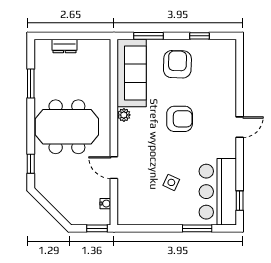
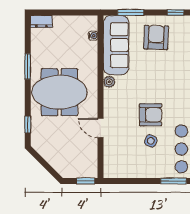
dresser: (64, 46) -> (41, 21), moved
window: (31, 83) -> (28, 66), moved
armchair: (180, 119) -> (151, 115), moved
water cooler: (105, 204) -> (93, 36), moved

